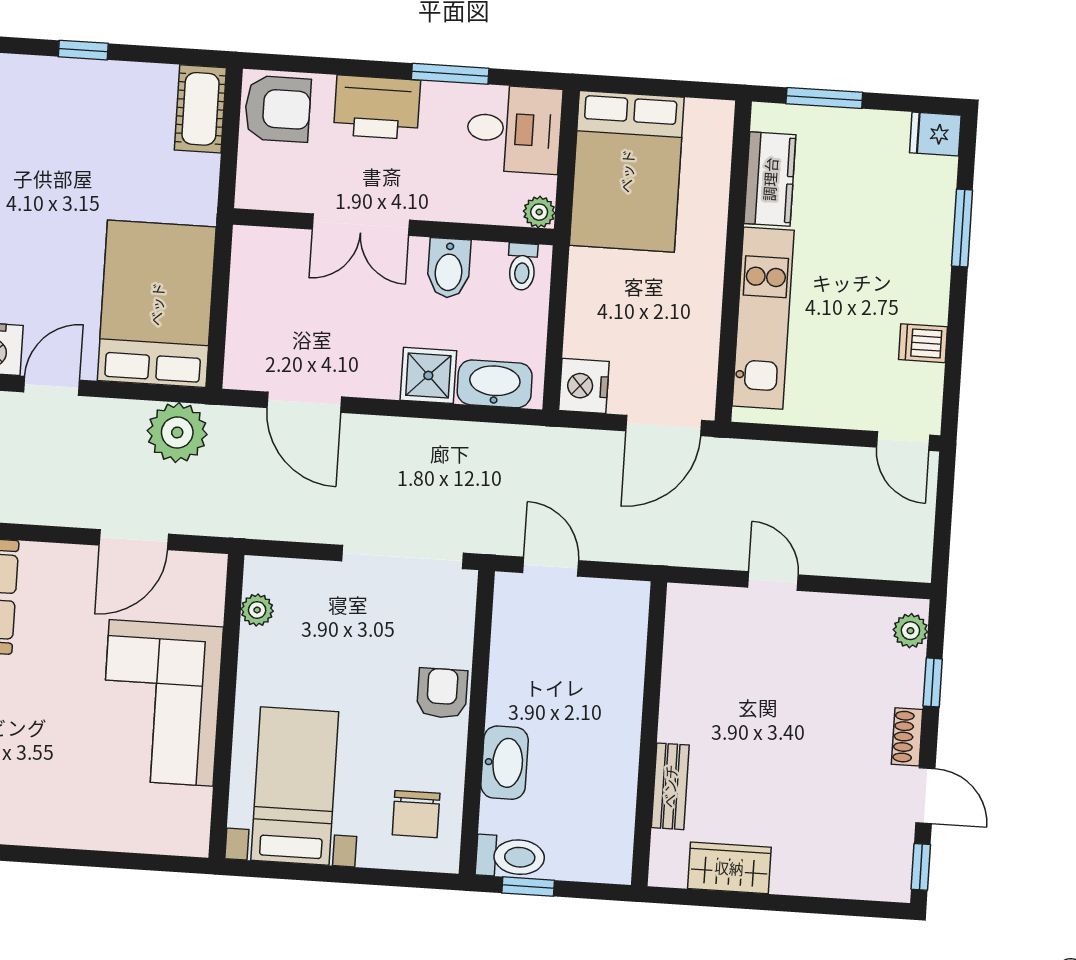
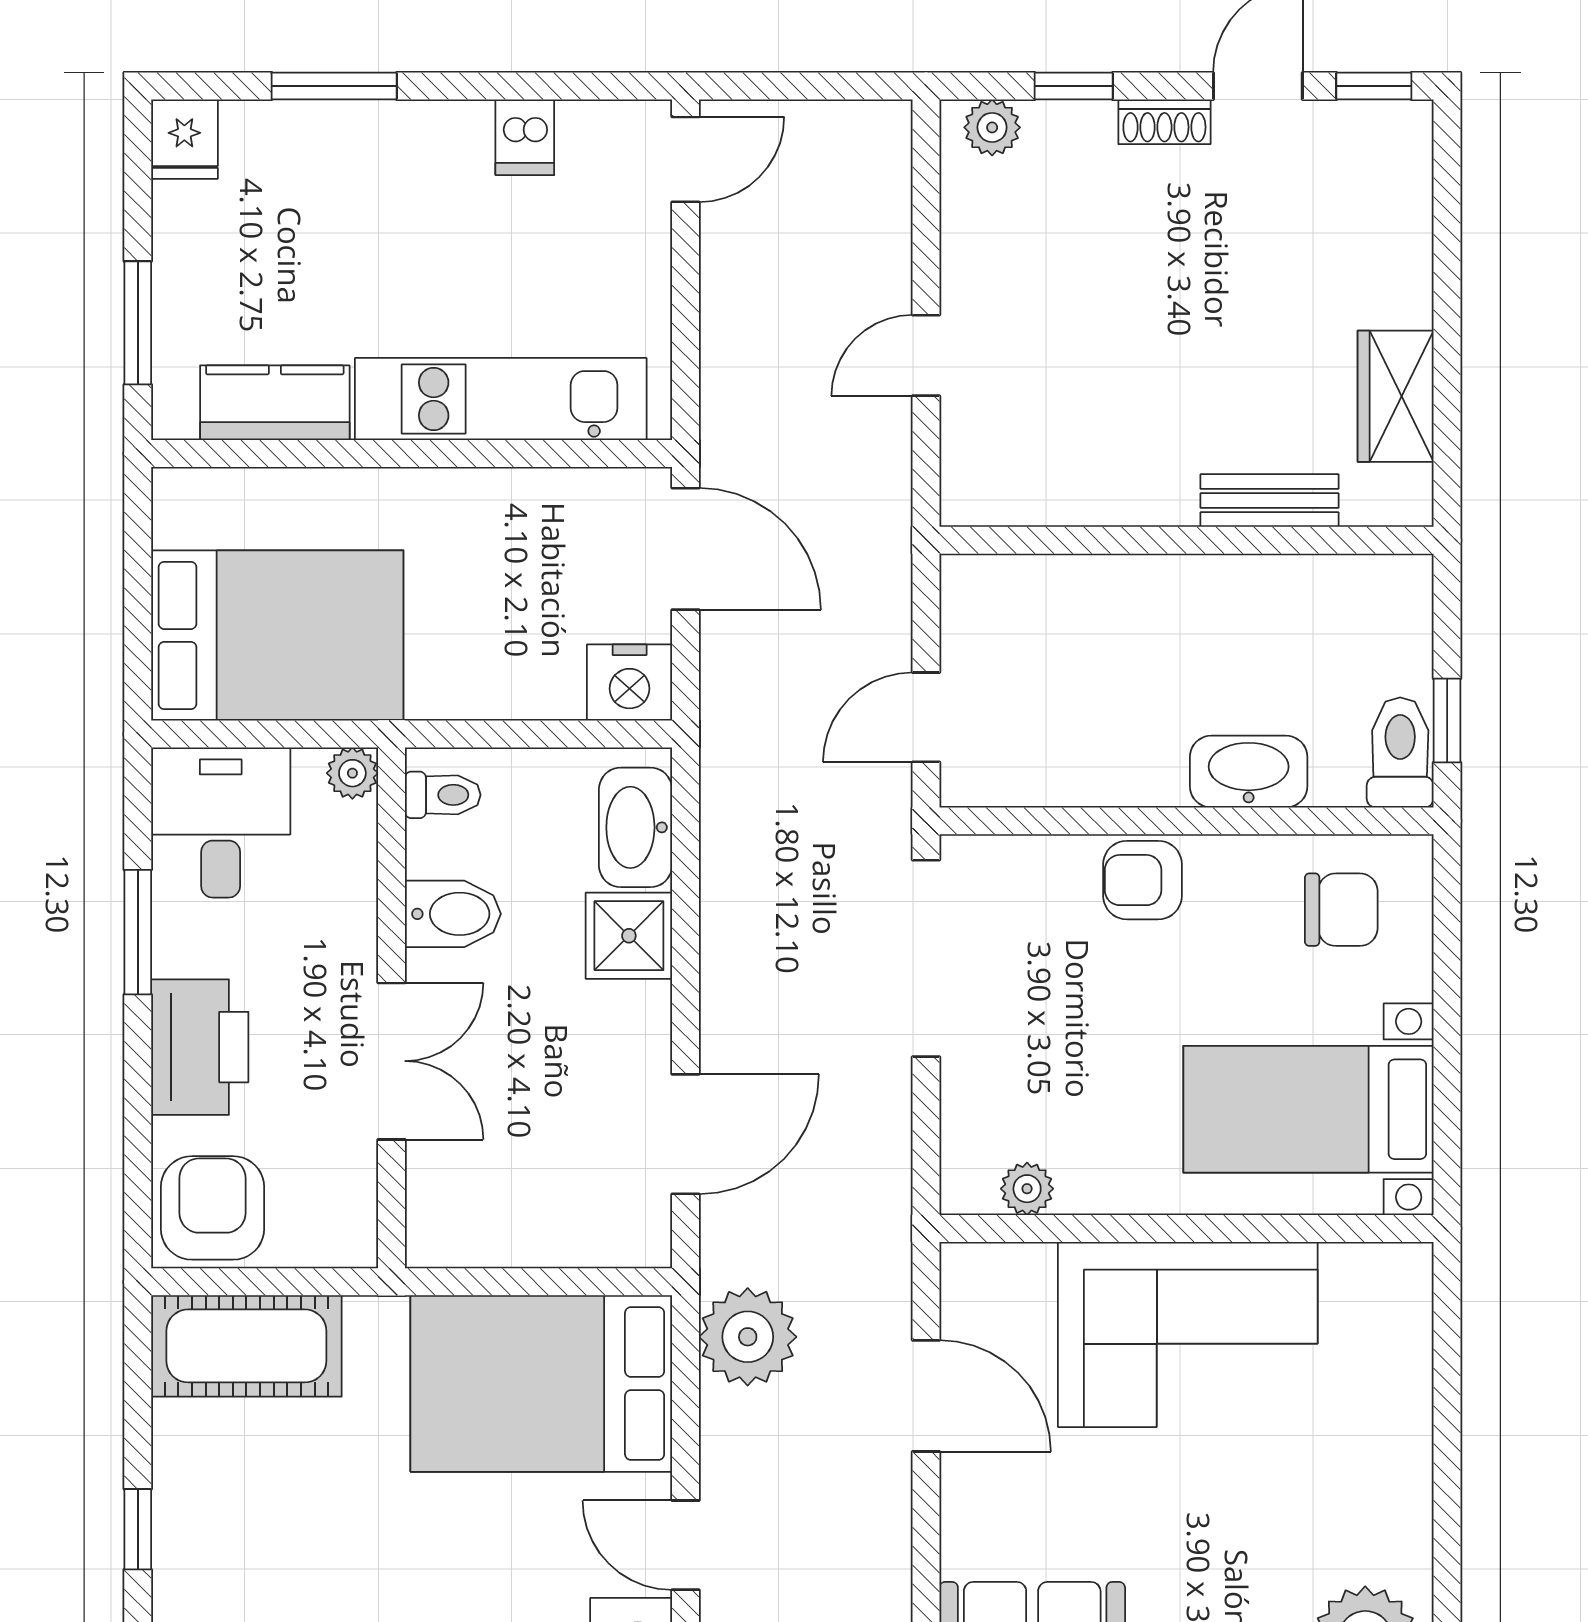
cot: (200, 109) -> (246, 1346), width x1.37, depth x1.34

